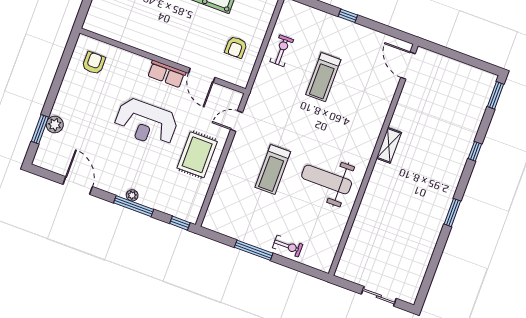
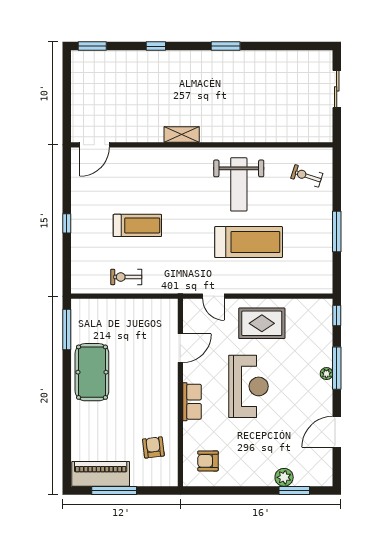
armchair: (236, 47) -> (153, 447), moved, turned -97
row of seats: (166, 74) -> (192, 402), moved
treadmill: (273, 169) -> (249, 242), width x1.37, depth x1.38
exercise bike: (288, 246) -> (307, 176), moved, turned -72

